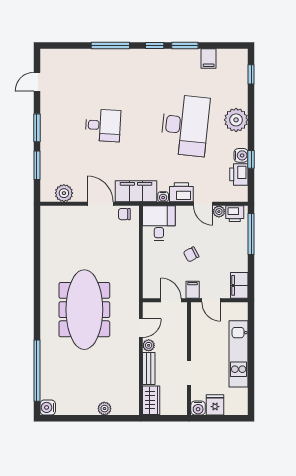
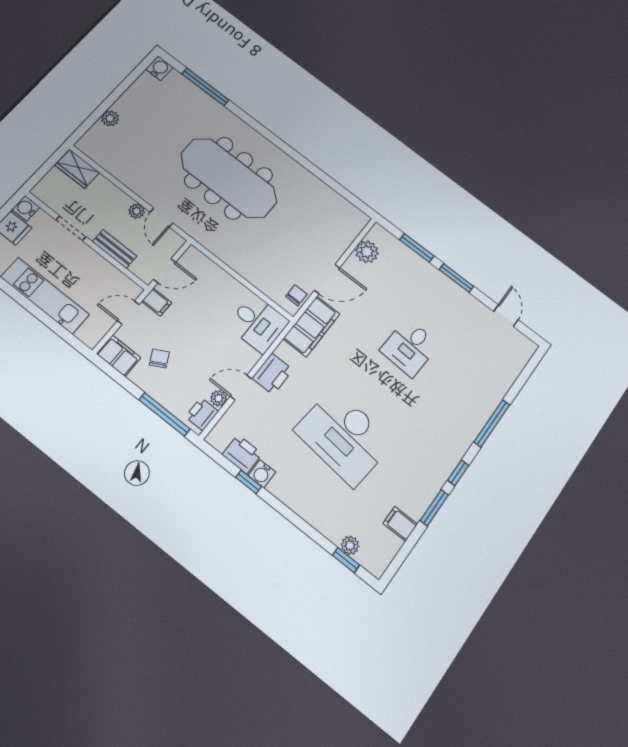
plant: (236, 120) -> (350, 545), moved, width x0.53, depth x0.53
water cooler: (163, 197) -> (283, 350), removed
chair: (191, 254) -> (159, 358), moved
bench: (149, 368) -> (114, 249), moved
window: (37, 371) -> (205, 87), width x0.68

